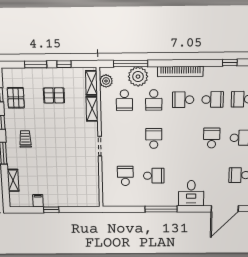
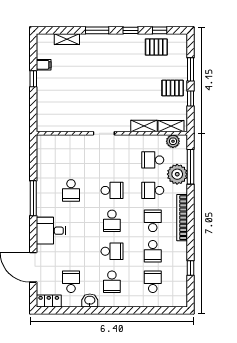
pallet: (54, 95) -> (173, 88), moved, turned 90
trolley: (25, 139) -> (112, 55), removed
school desk: (125, 176) -> (112, 221), moved, turned 90

